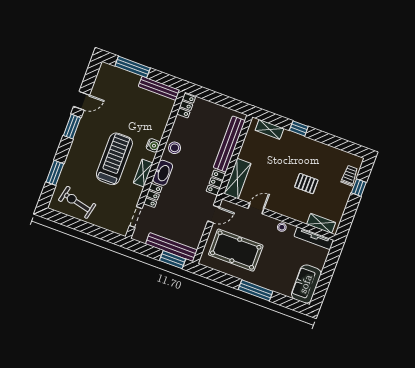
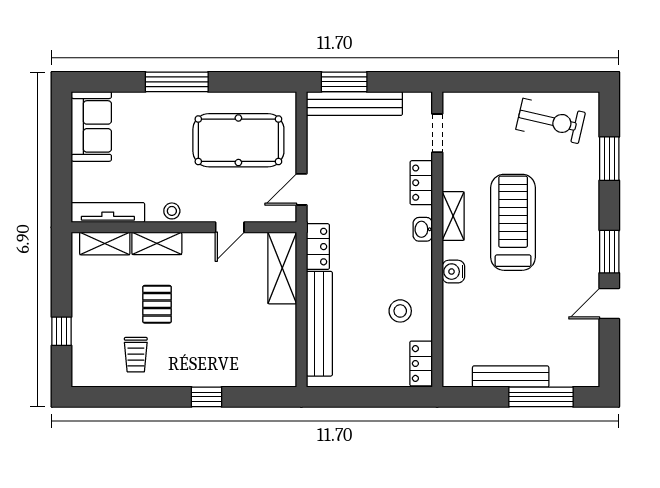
bench: (159, 88) -> (511, 377), moved
shelving: (269, 129) -> (157, 243), moved
stool: (175, 148) -> (400, 311), moved
treadmill: (114, 159) -> (513, 222), turned 180
washbasin: (163, 173) -> (423, 229), width x0.52, depth x0.69
trolley: (349, 176) -> (136, 355), moved
pallet: (306, 184) -> (157, 304), turned 90

